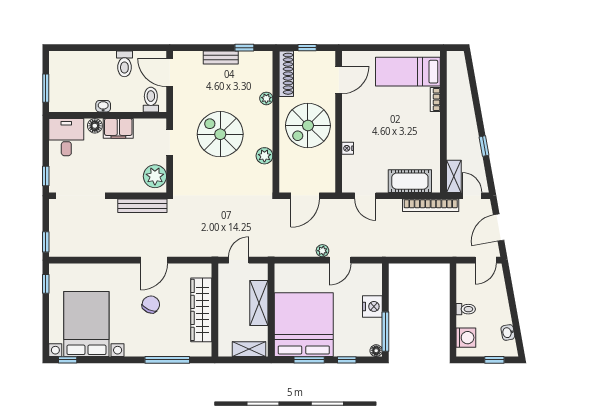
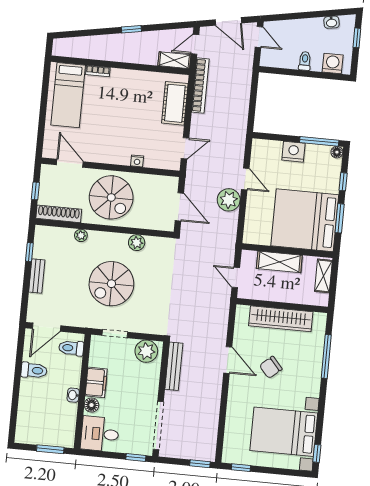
window: (484, 146) -> (131, 29), moved
plant: (322, 251) -> (229, 200), width x1.87, depth x1.87
chair: (151, 304) -> (271, 367), turned -65

